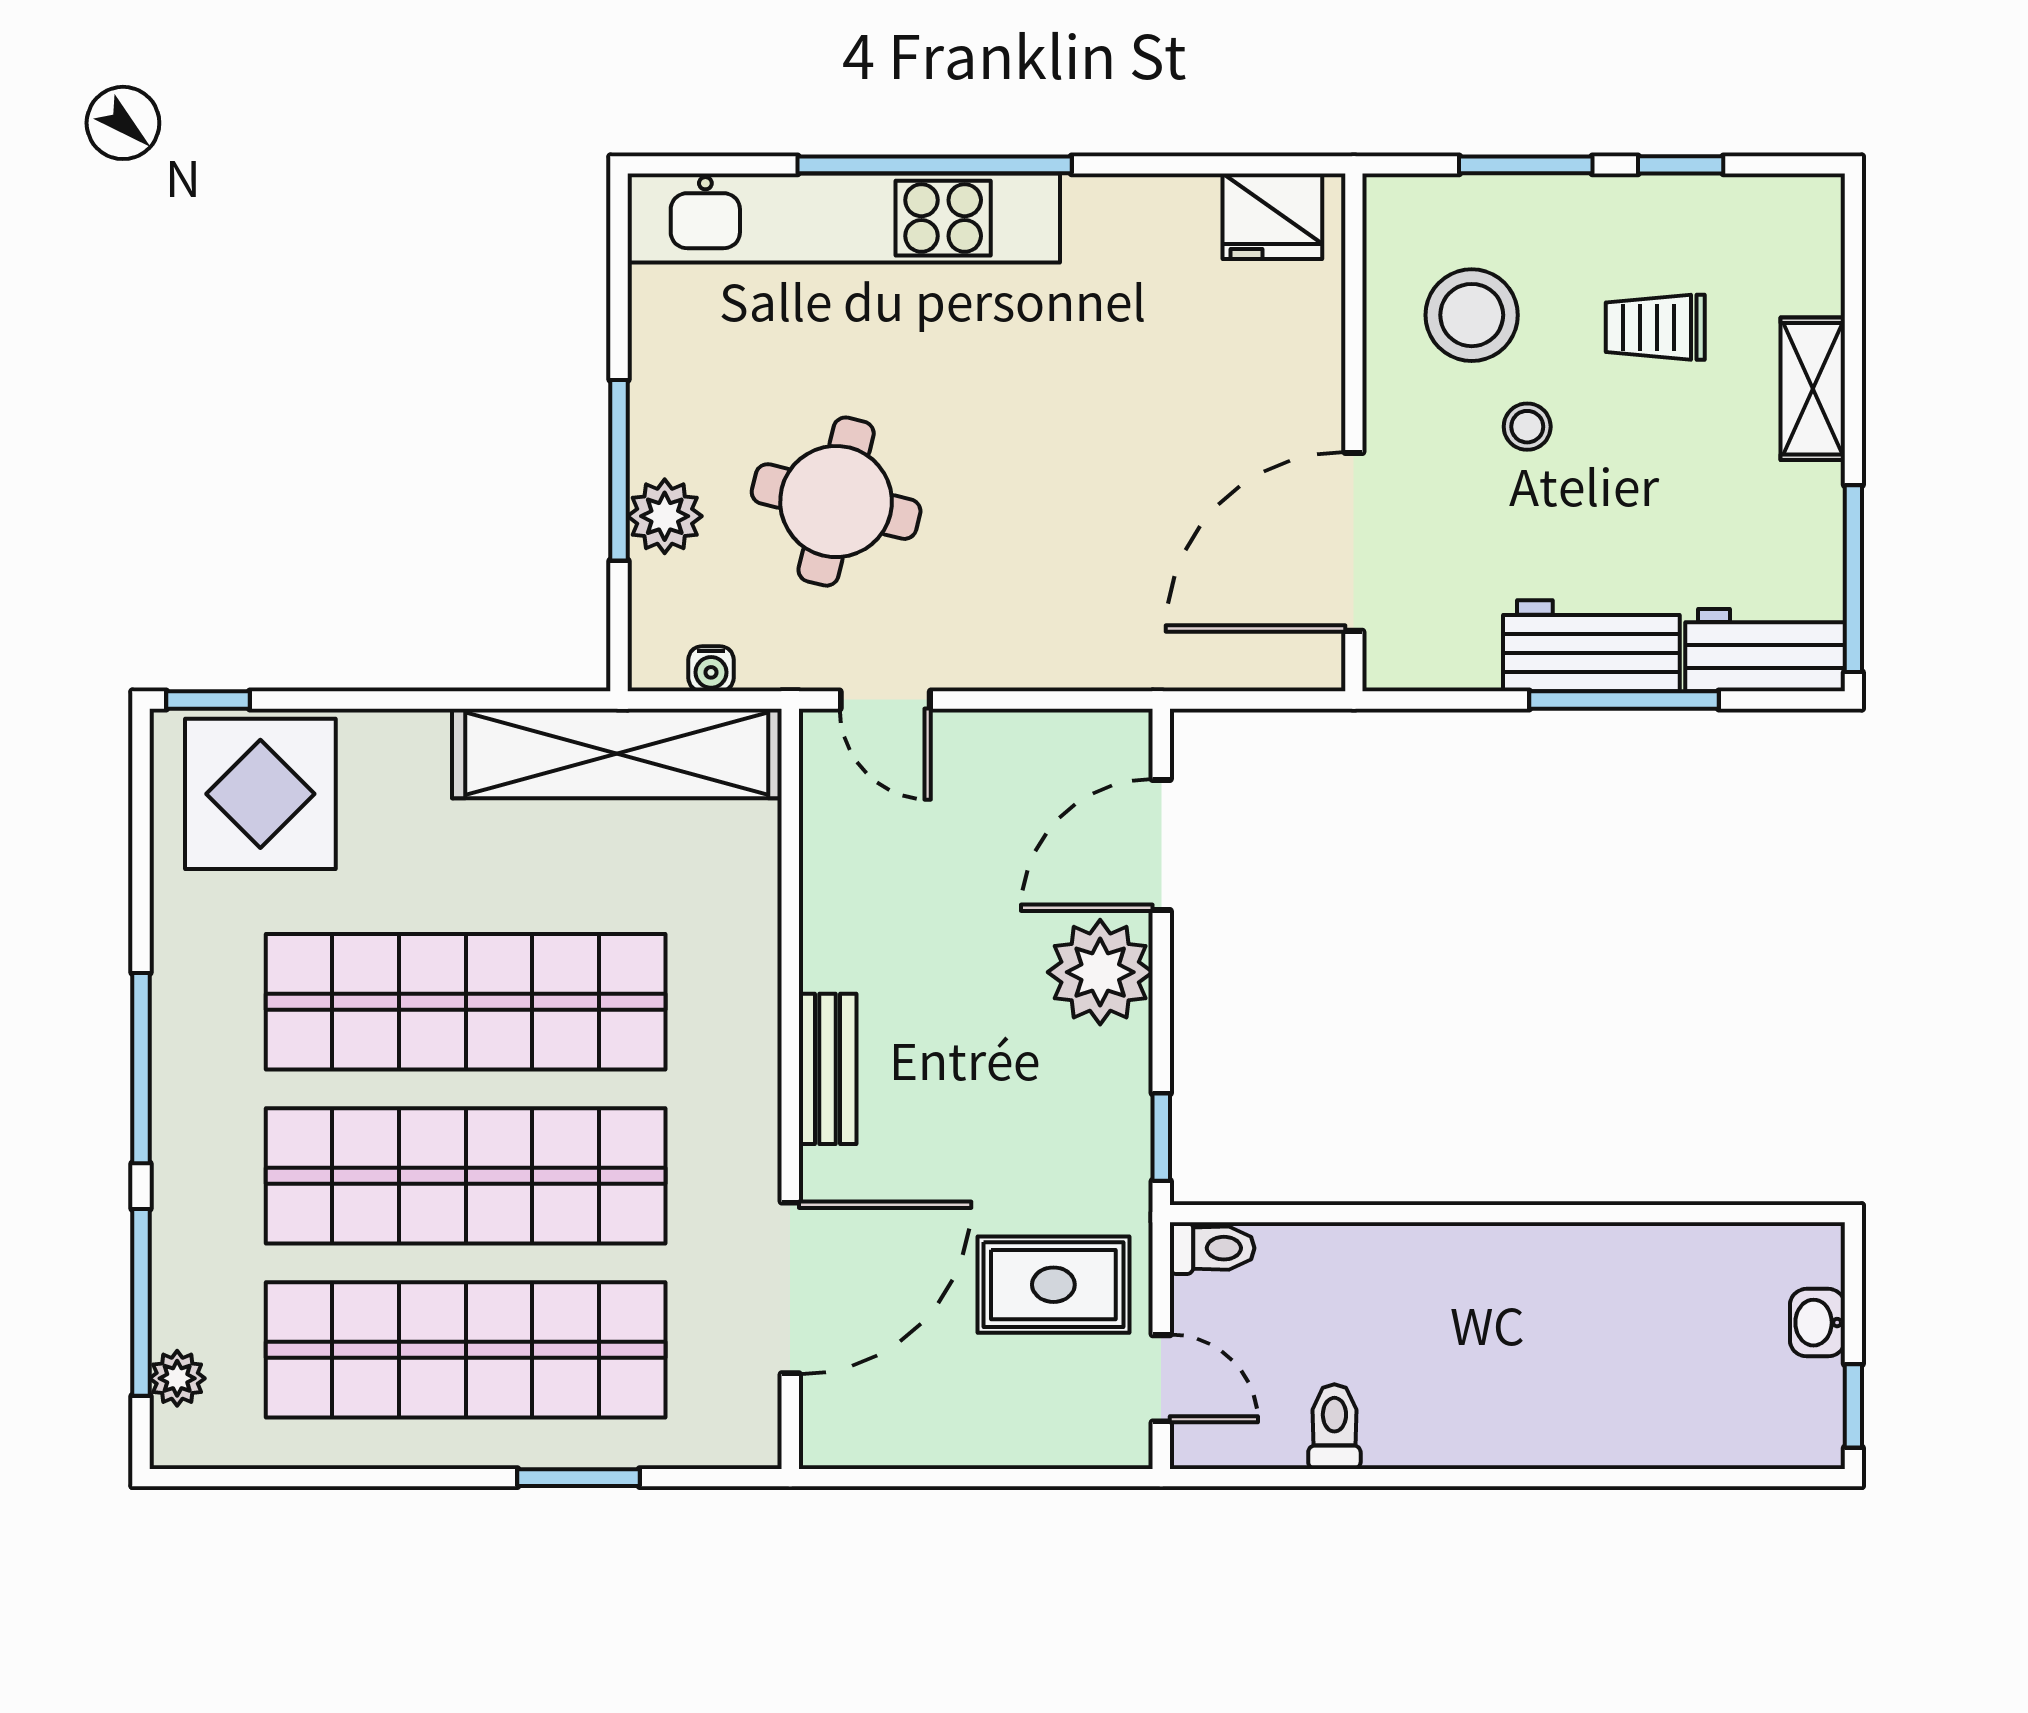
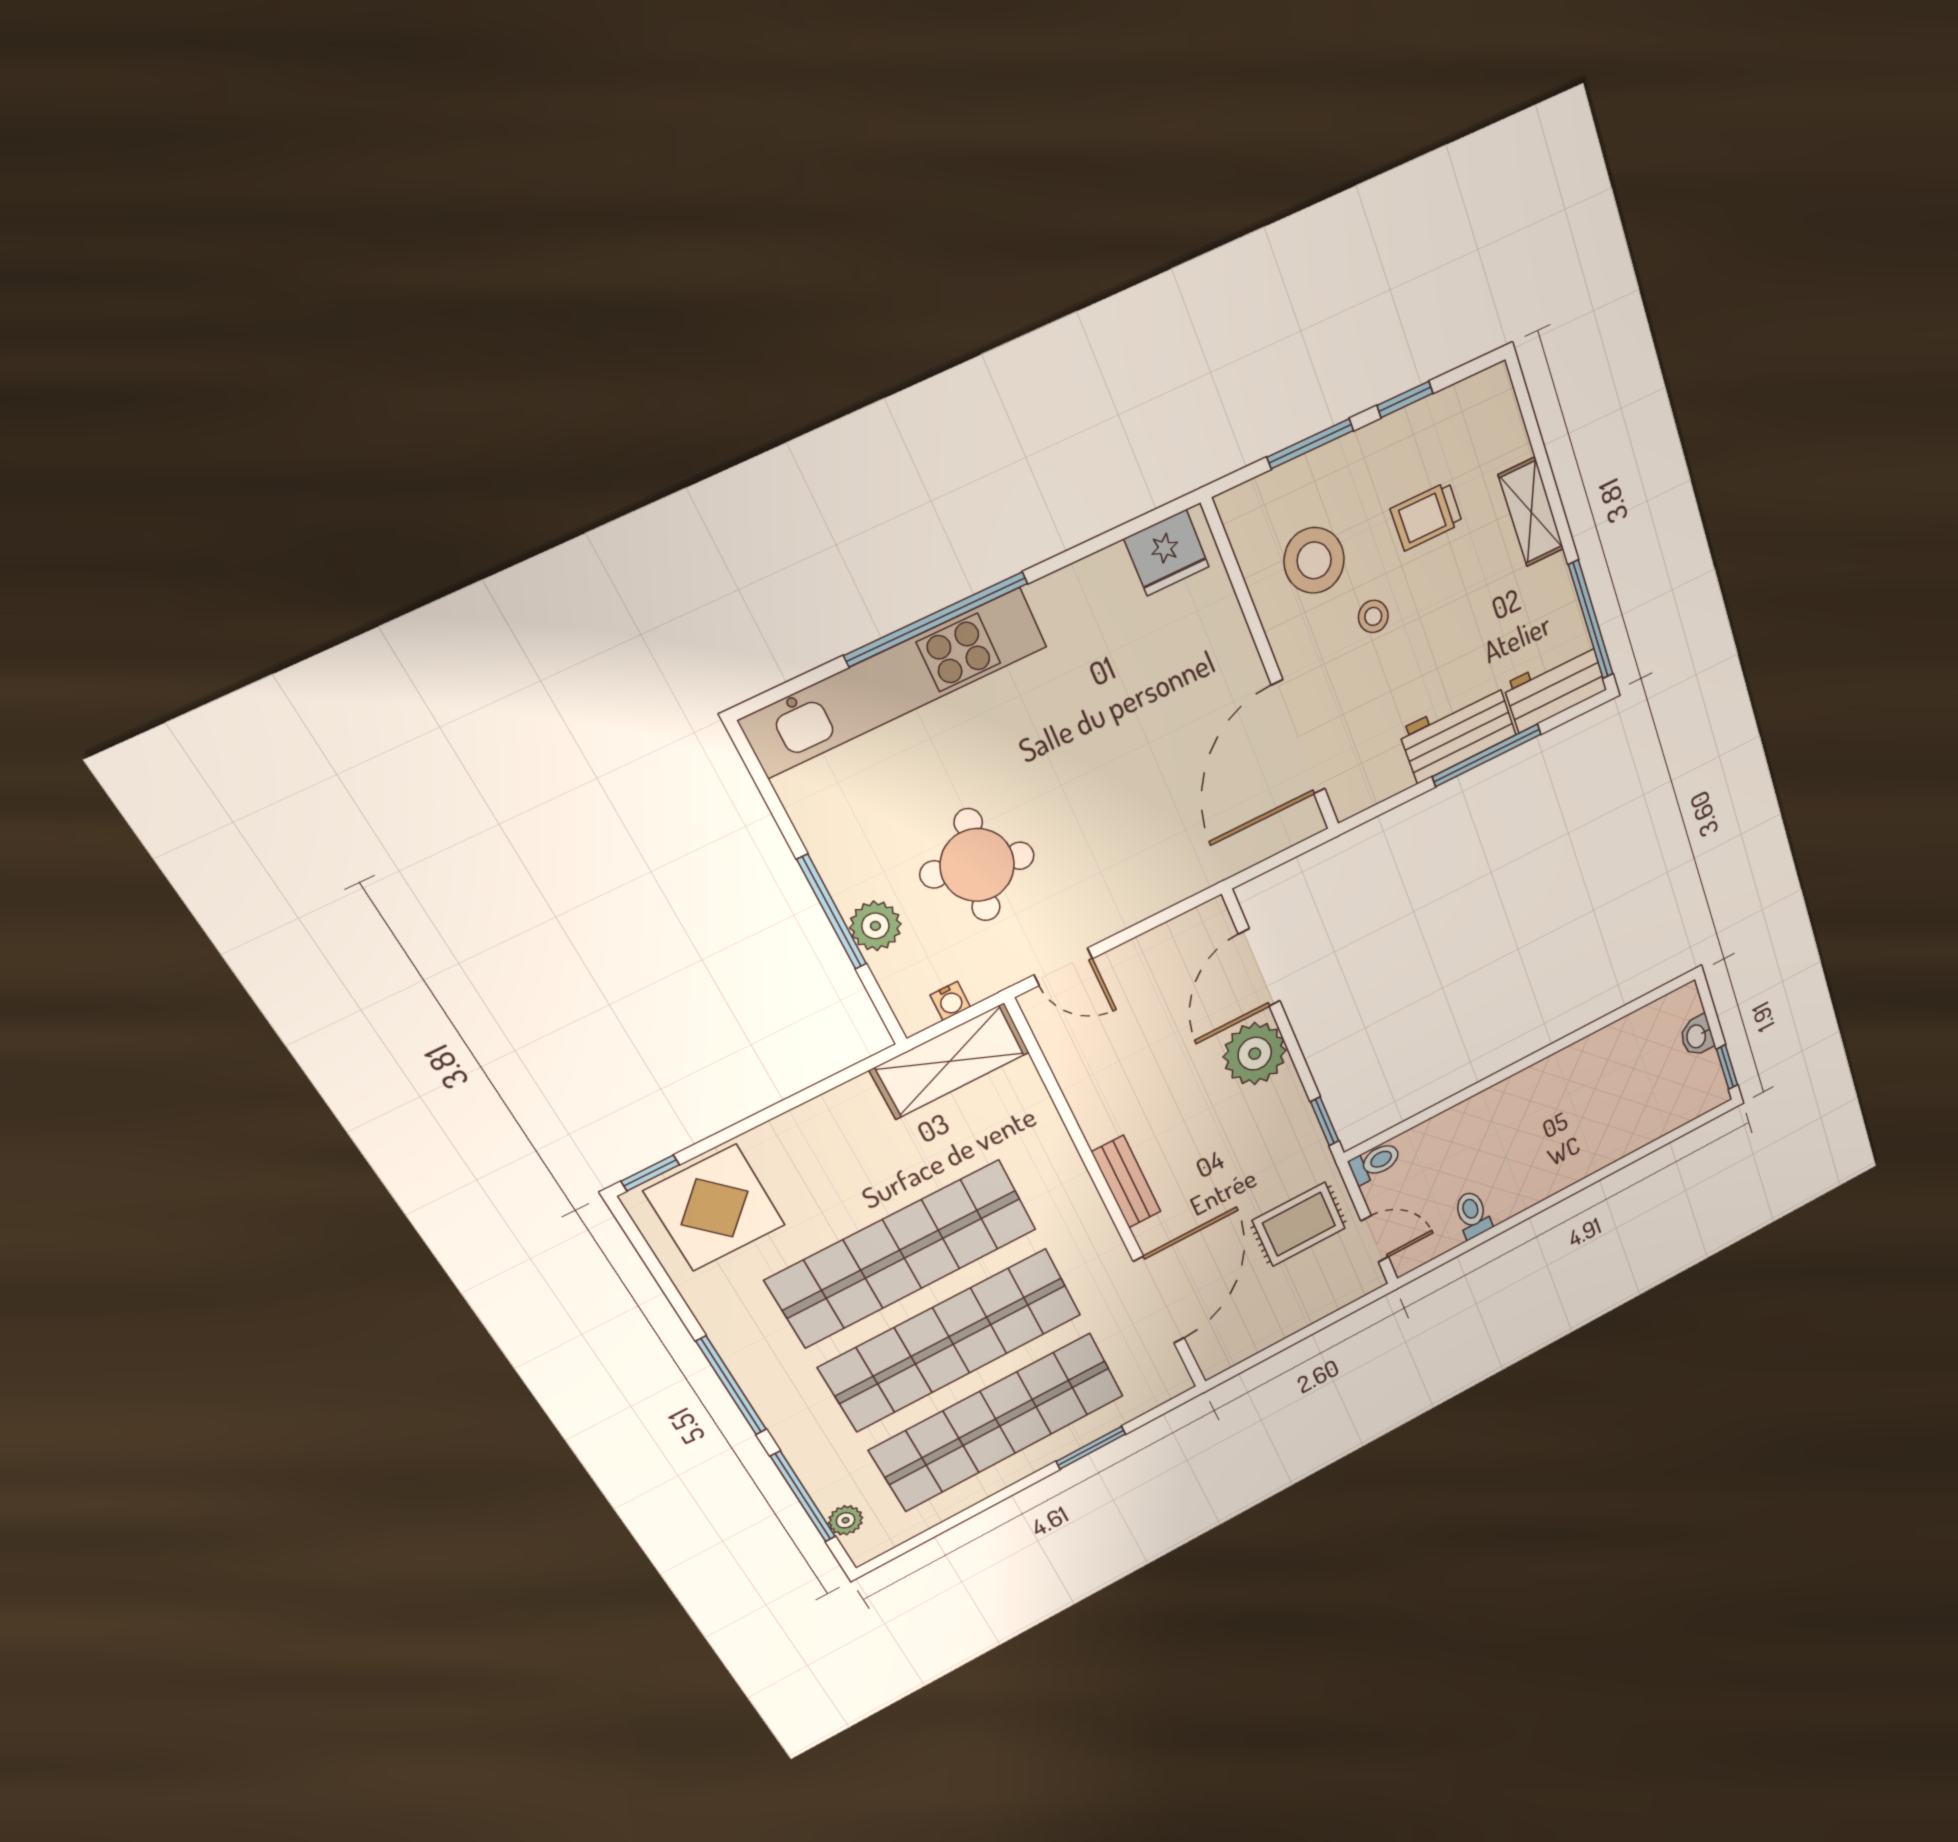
shelving: (617, 753) -> (950, 1061), width x0.68

